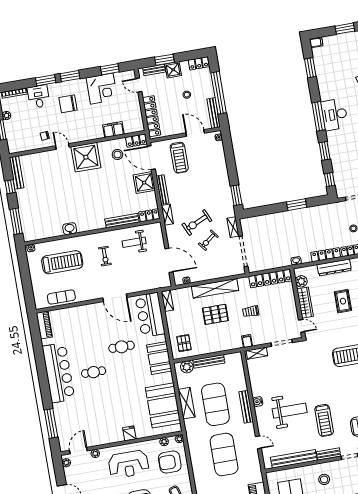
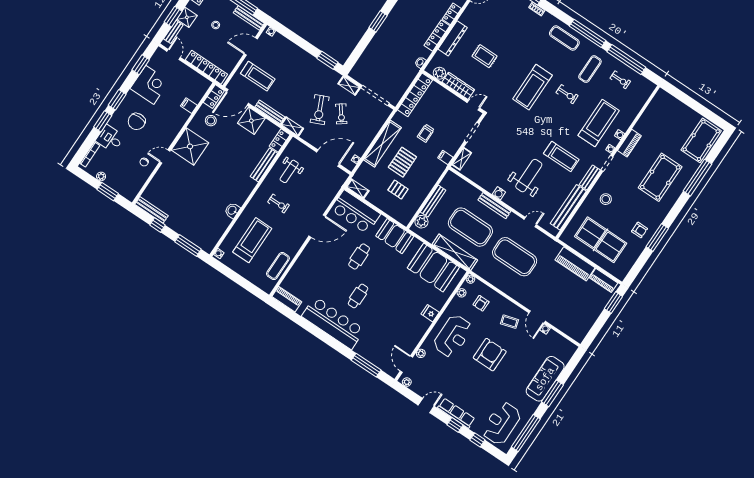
door: (139, 85) -> (174, 54), swing flipped
filing cabinet: (113, 130) -> (189, 106), width x0.50
pallet: (184, 343) -> (398, 190), moved
shelving: (187, 403) -> (455, 252), width x1.47
armchair: (170, 462) -> (481, 303), width x0.53, depth x0.53

